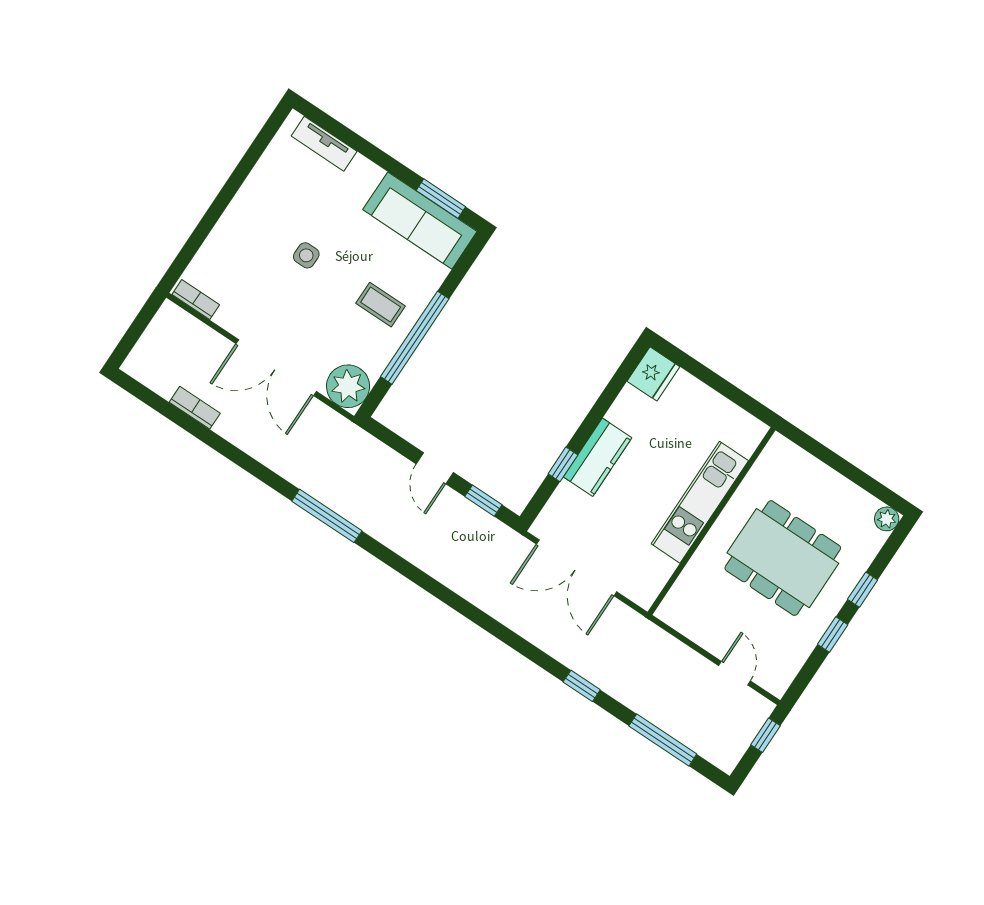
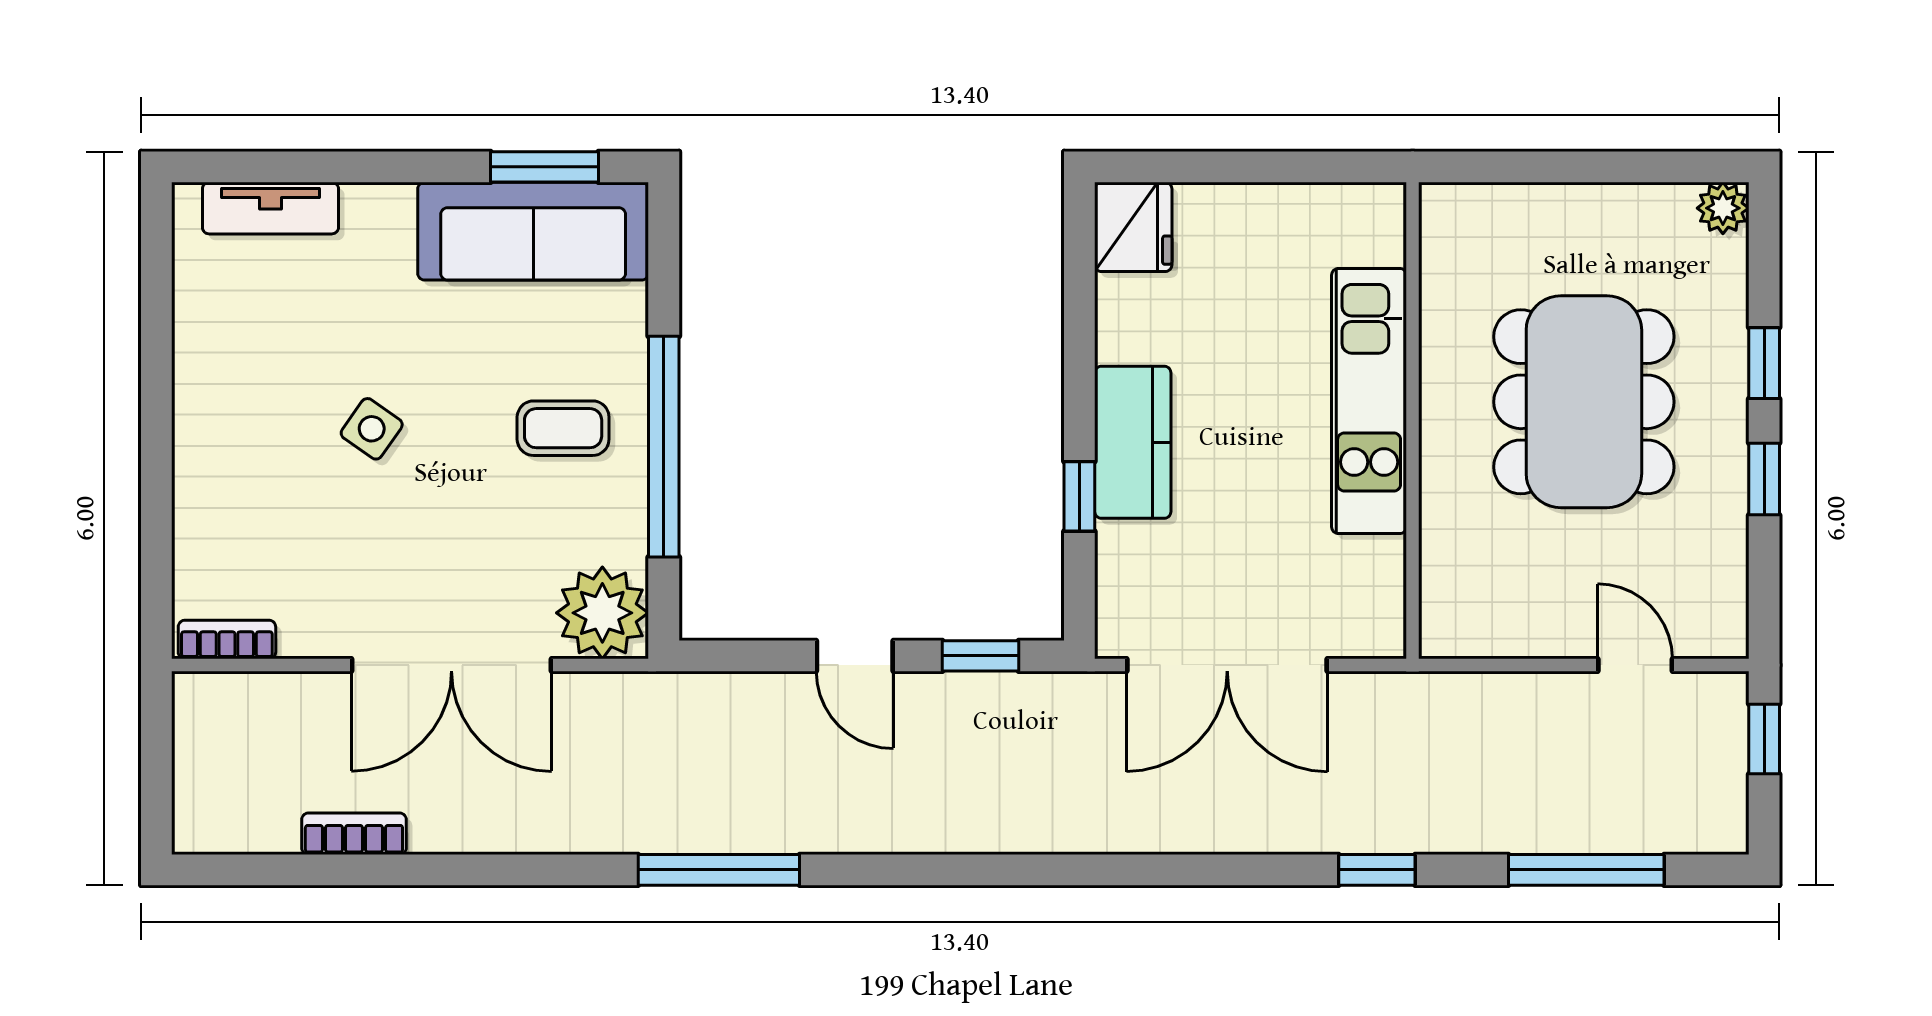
side table: (306, 255) -> (372, 429), turned 35
dining table: (783, 558) -> (1584, 402), turned 90

